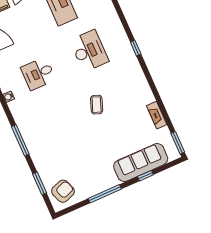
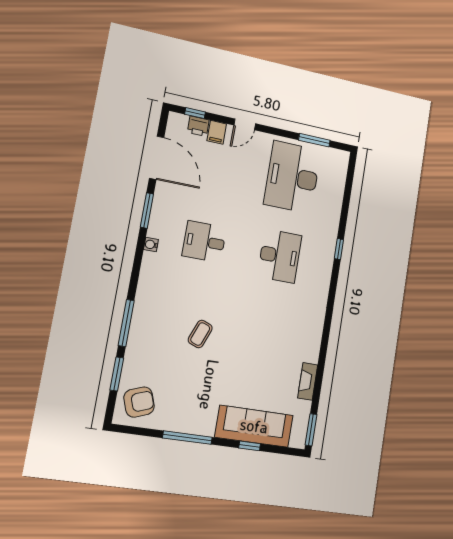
window: (136, 48) -> (339, 249), moved
coffee table: (97, 105) -> (200, 334), moved
window: (20, 140) -> (126, 323), moved

